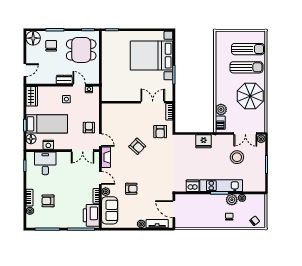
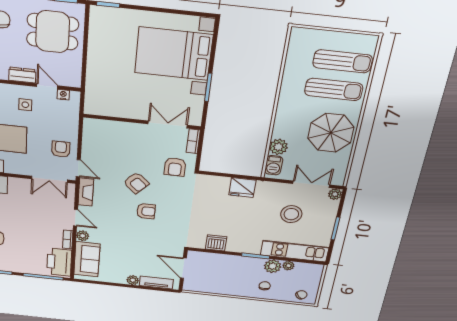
double door: (245, 133) -> (311, 184), swing flipped
kitchen unit: (221, 186) -> (295, 251), moved
armchair: (131, 189) -> (146, 211), moved

